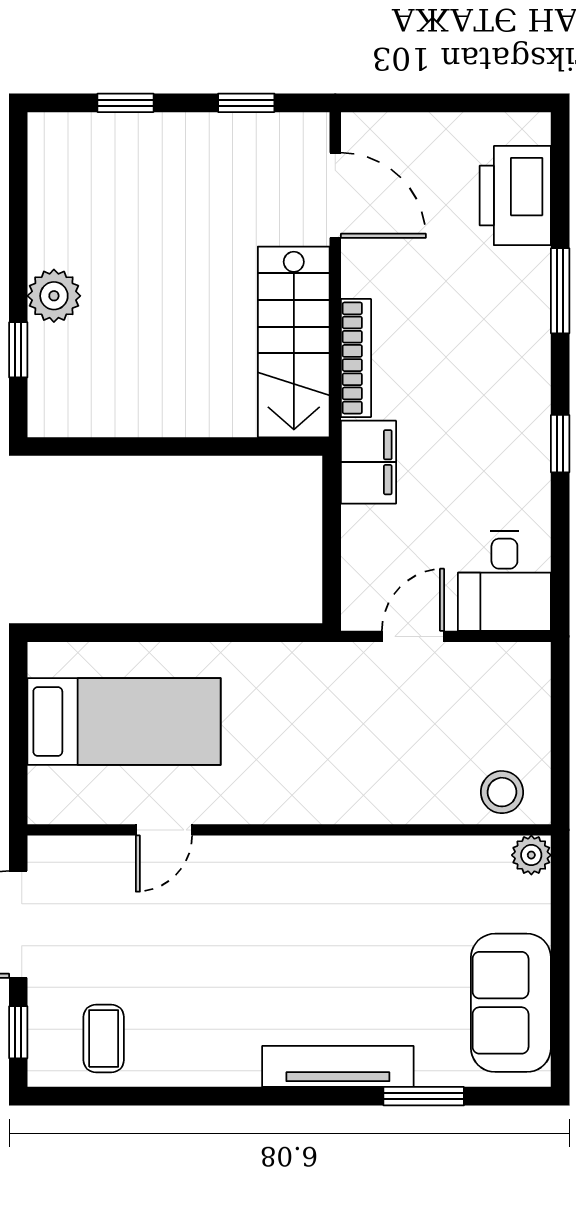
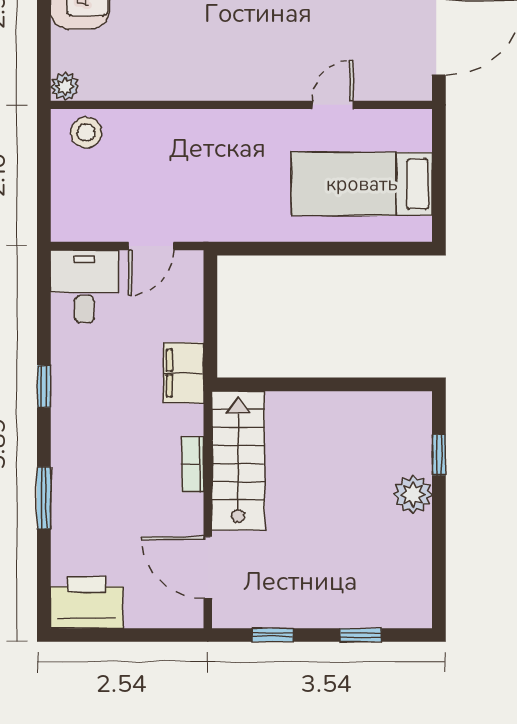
printer: (515, 196) -> (87, 602), moved, turned -90
bookcase: (356, 358) -> (193, 464), width x0.64

